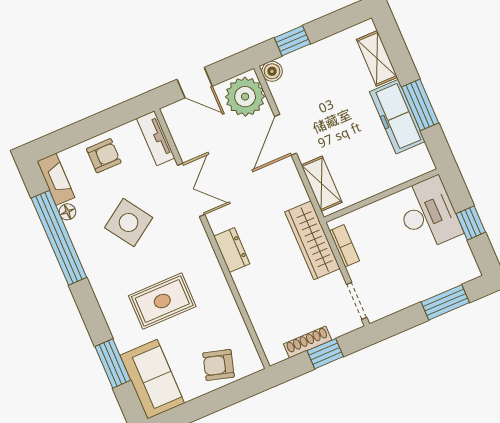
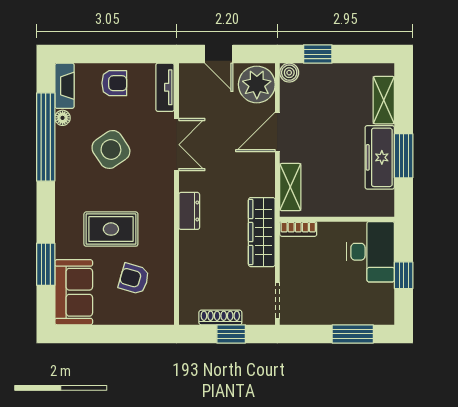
bookcase: (344, 246) -> (298, 229), moved, turned 90
armchair: (218, 365) -> (134, 279), moved

